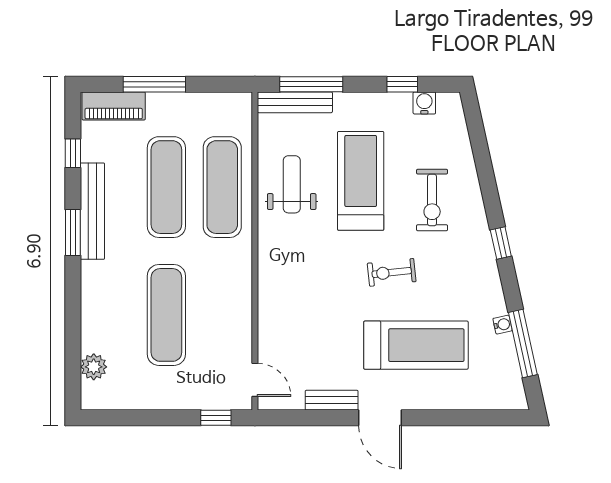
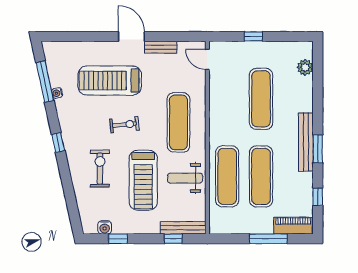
window: (311, 84) -> (173, 239), width x0.46
weight bench: (292, 184) -> (185, 178), turned 90
bench: (92, 211) -> (306, 142), moved
exercise mat: (303, 276) -> (178, 122), added
window: (216, 418) -> (253, 36), moved

